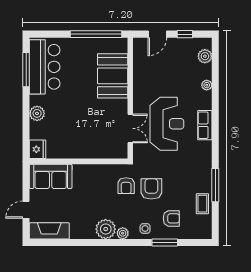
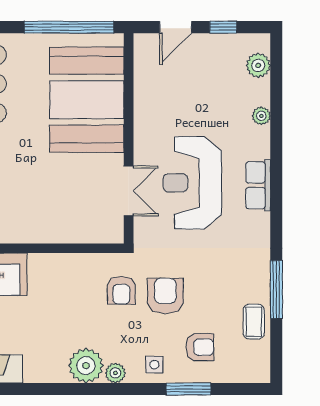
booth: (113, 76) -> (87, 100), width x1.36, depth x1.42
reception desk: (167, 124) -> (192, 183), turned 180

